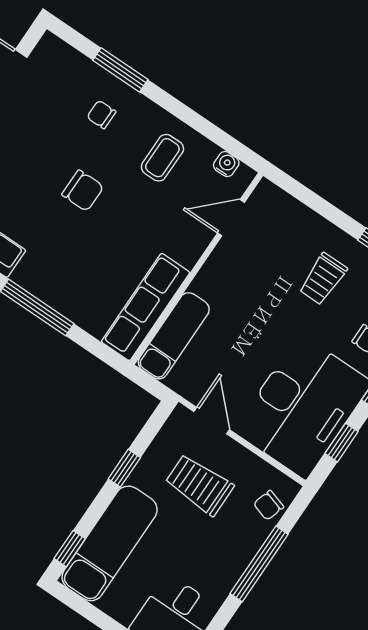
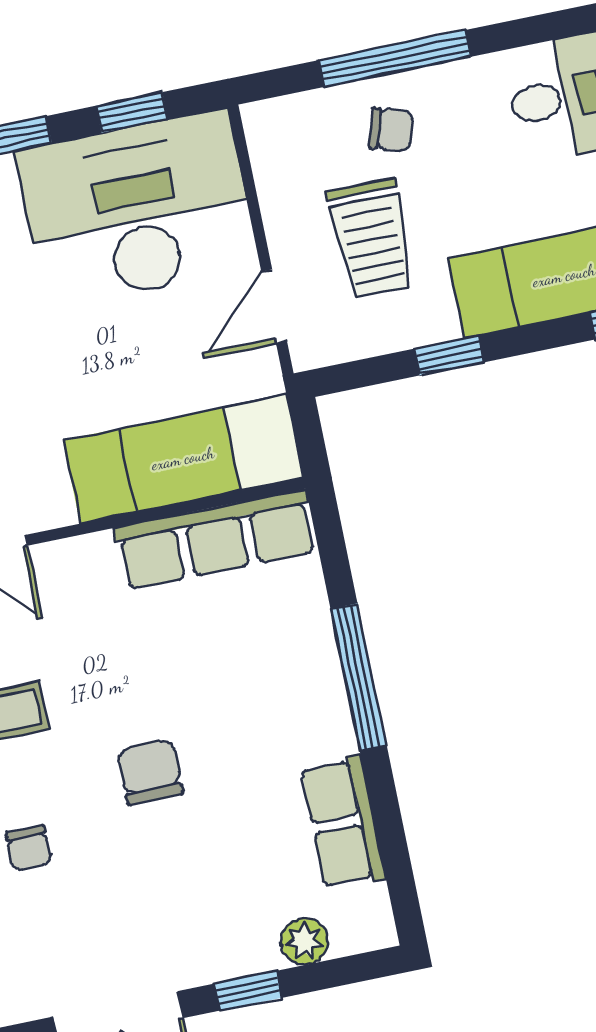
exam couch: (174, 336) -> (183, 459), width x1.36, depth x1.45
chair: (269, 505) -> (391, 129), moved

